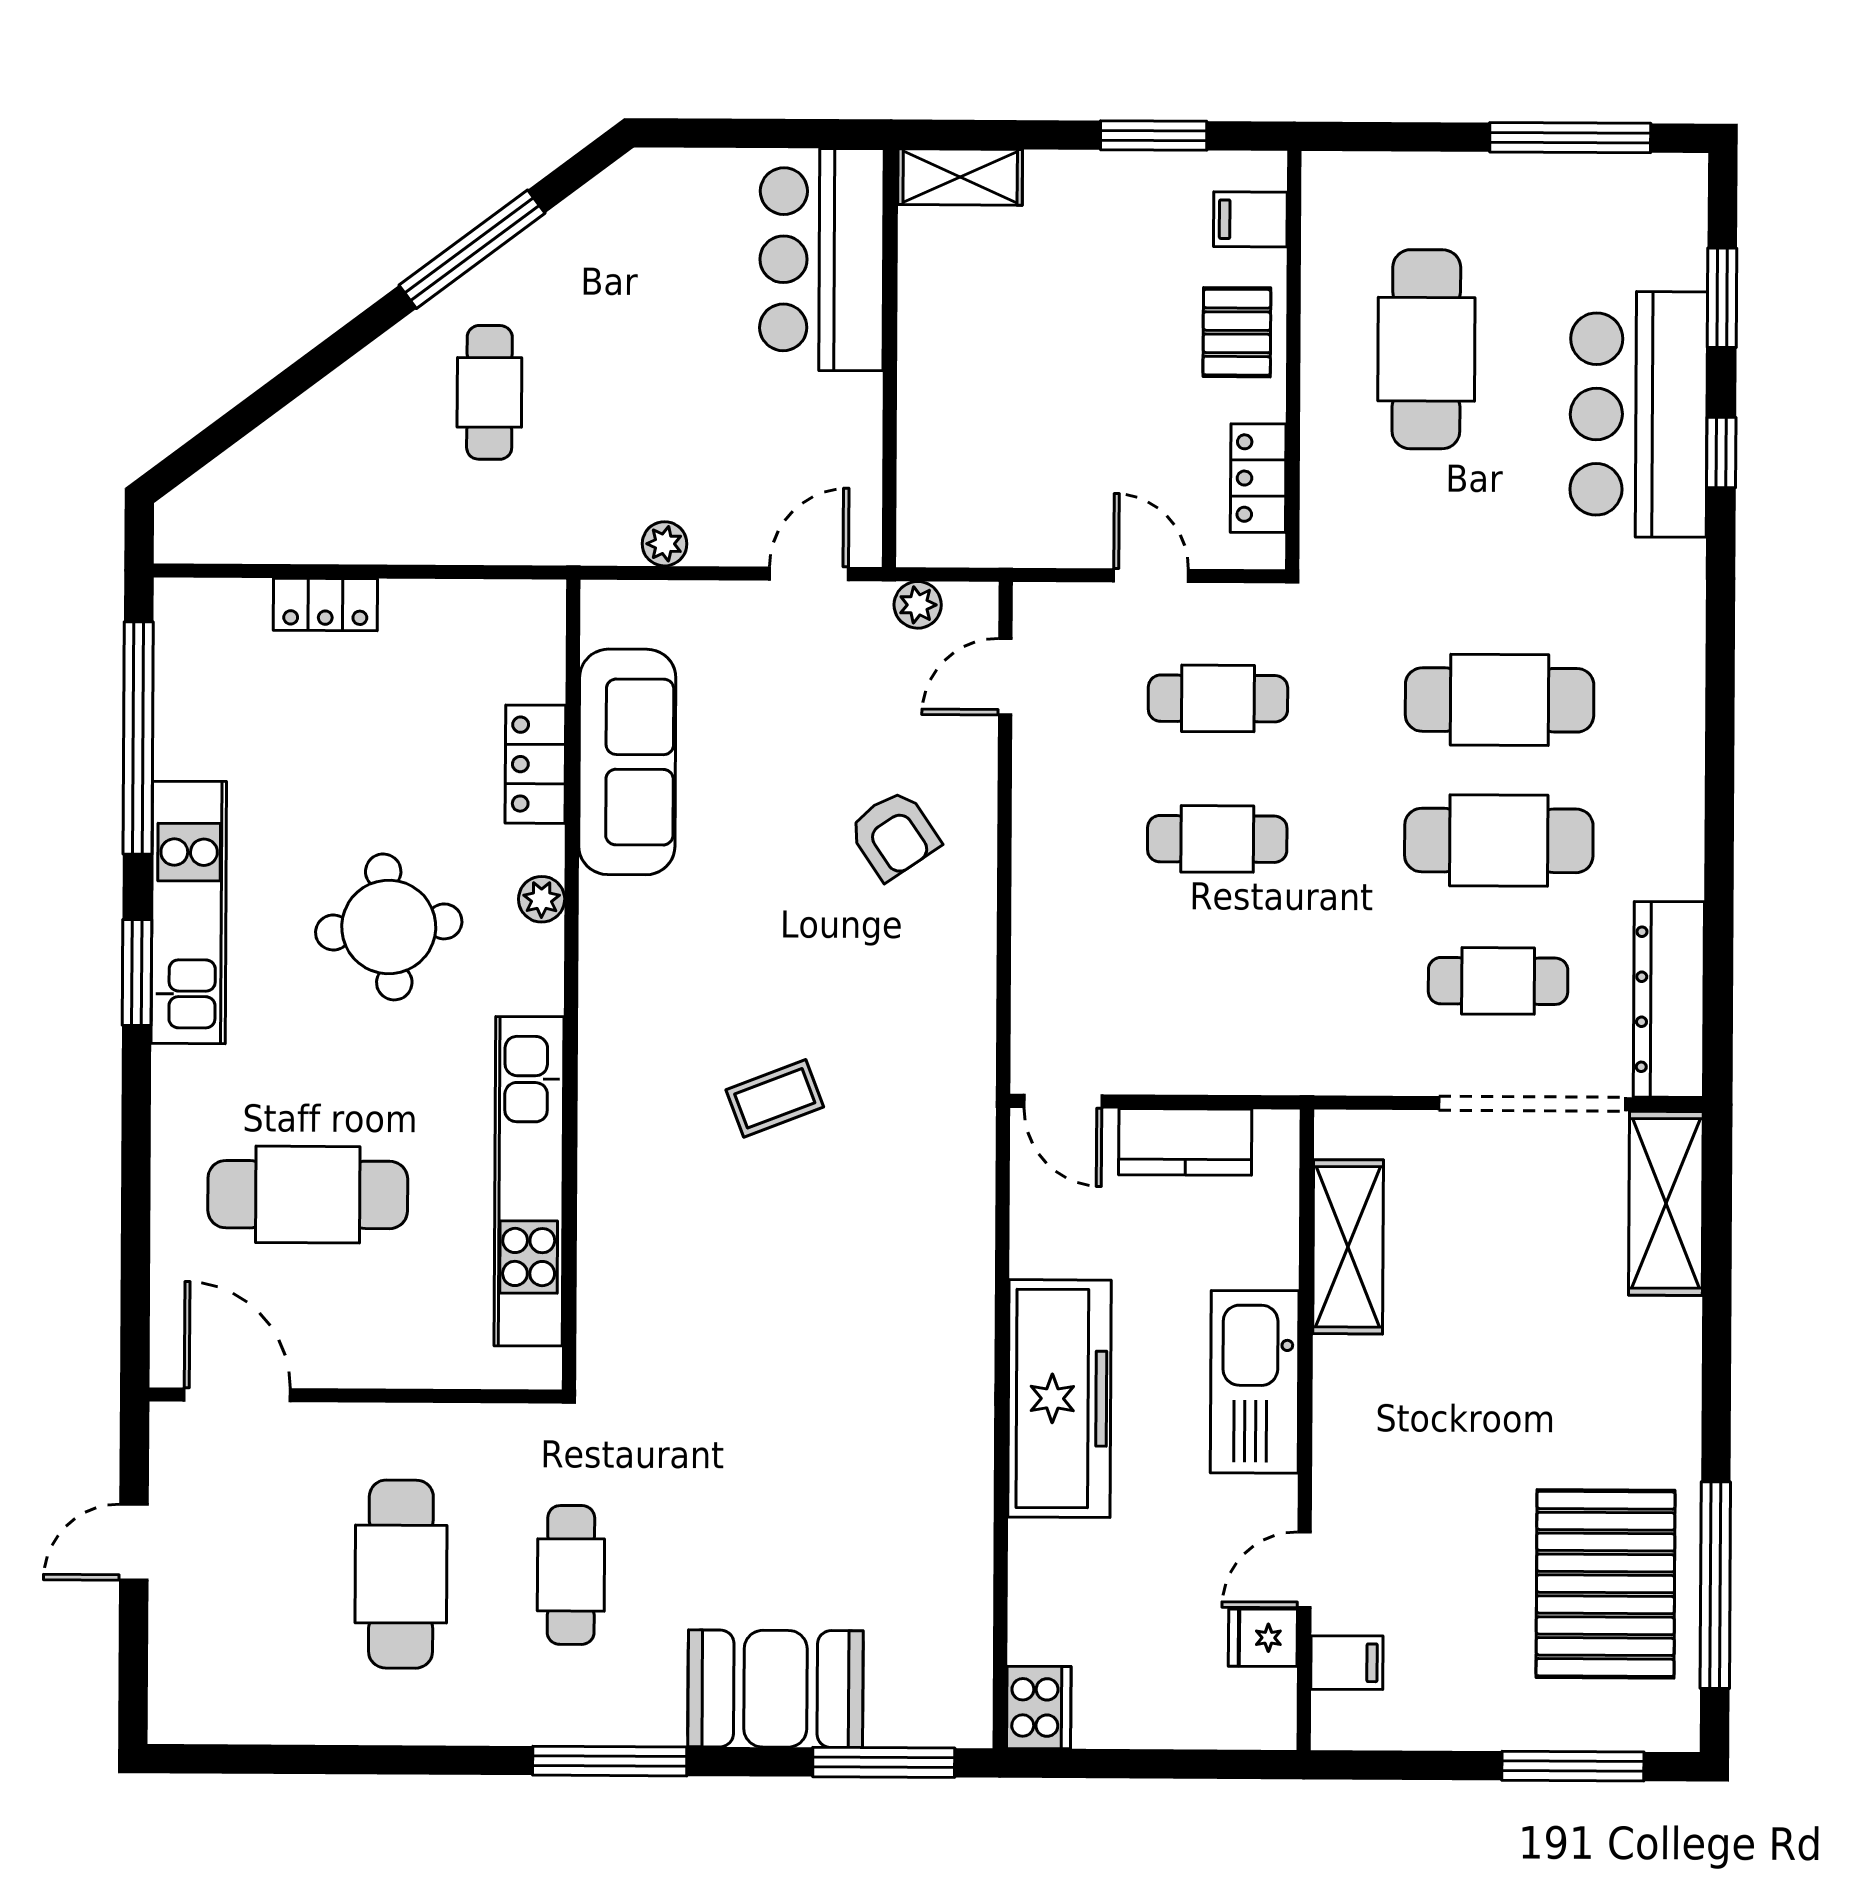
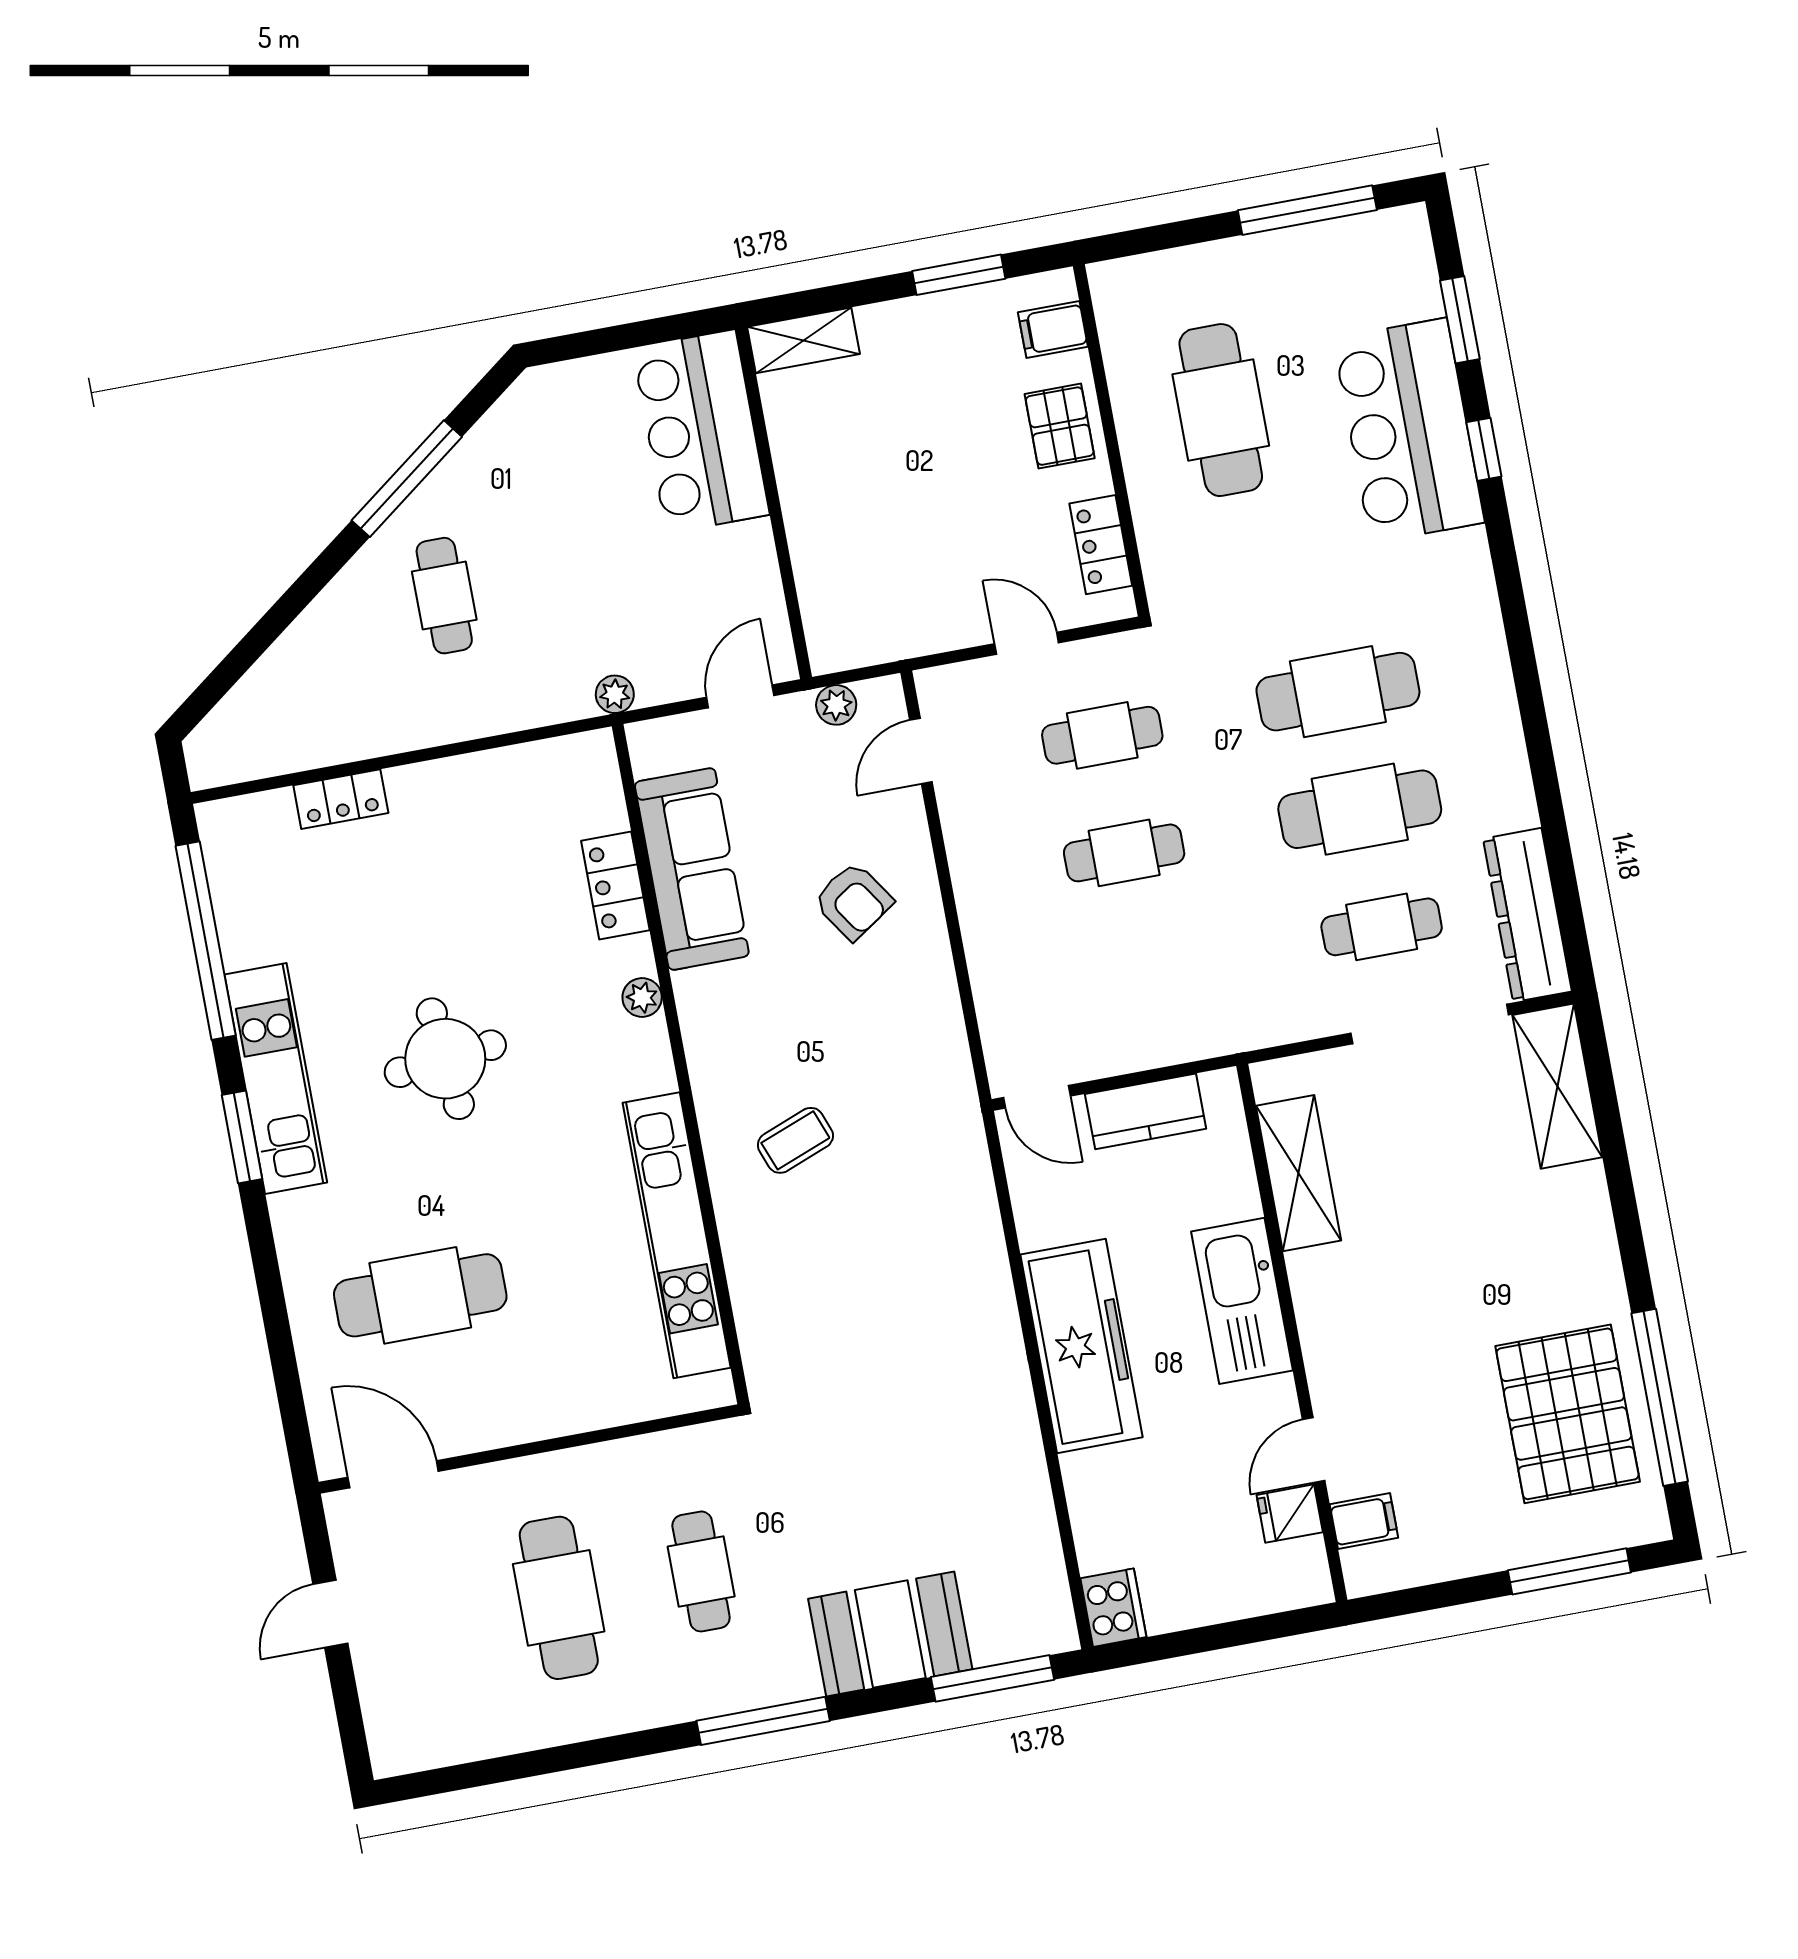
sofa: (627, 762) -> (692, 869), moved
locker: (535, 764) -> (615, 886), moved
plant: (542, 899) -> (642, 997), moved
wall: (571, 985) -> (680, 1064), moved
kitchen unit: (529, 1181) -> (677, 1235), moved

